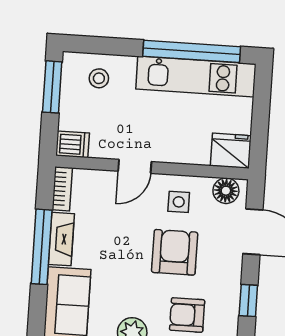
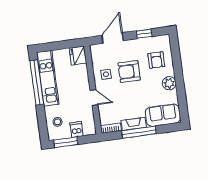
dishwasher: (73, 144) -> (77, 129), moved
floor lamp: (226, 191) -> (97, 54), removed

